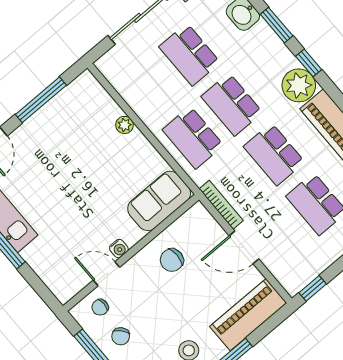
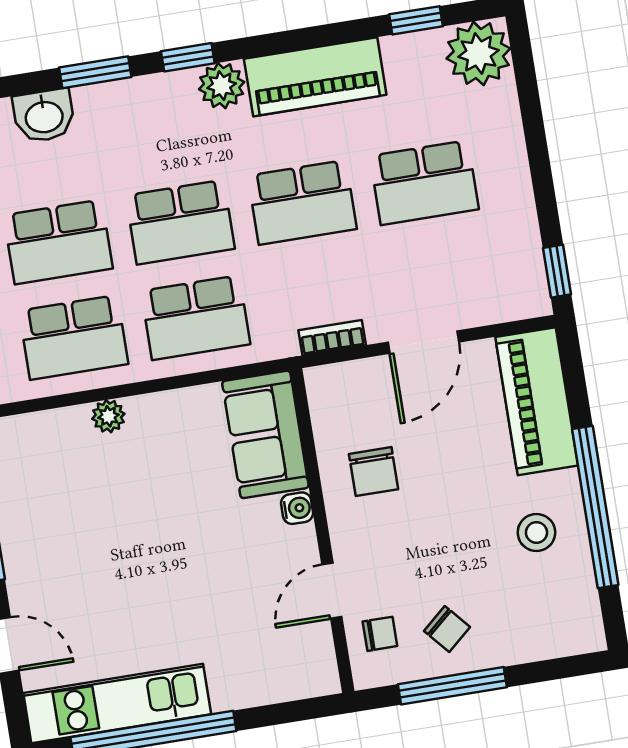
plant: (299, 85) -> (222, 86), width x0.73, depth x0.73
school desk: (151, 88) -> (74, 337), added
bookcase: (221, 205) -> (332, 338), width x0.64
water cooler: (119, 249) -> (297, 508), moved
chair: (100, 307) -> (380, 634), turned -90

